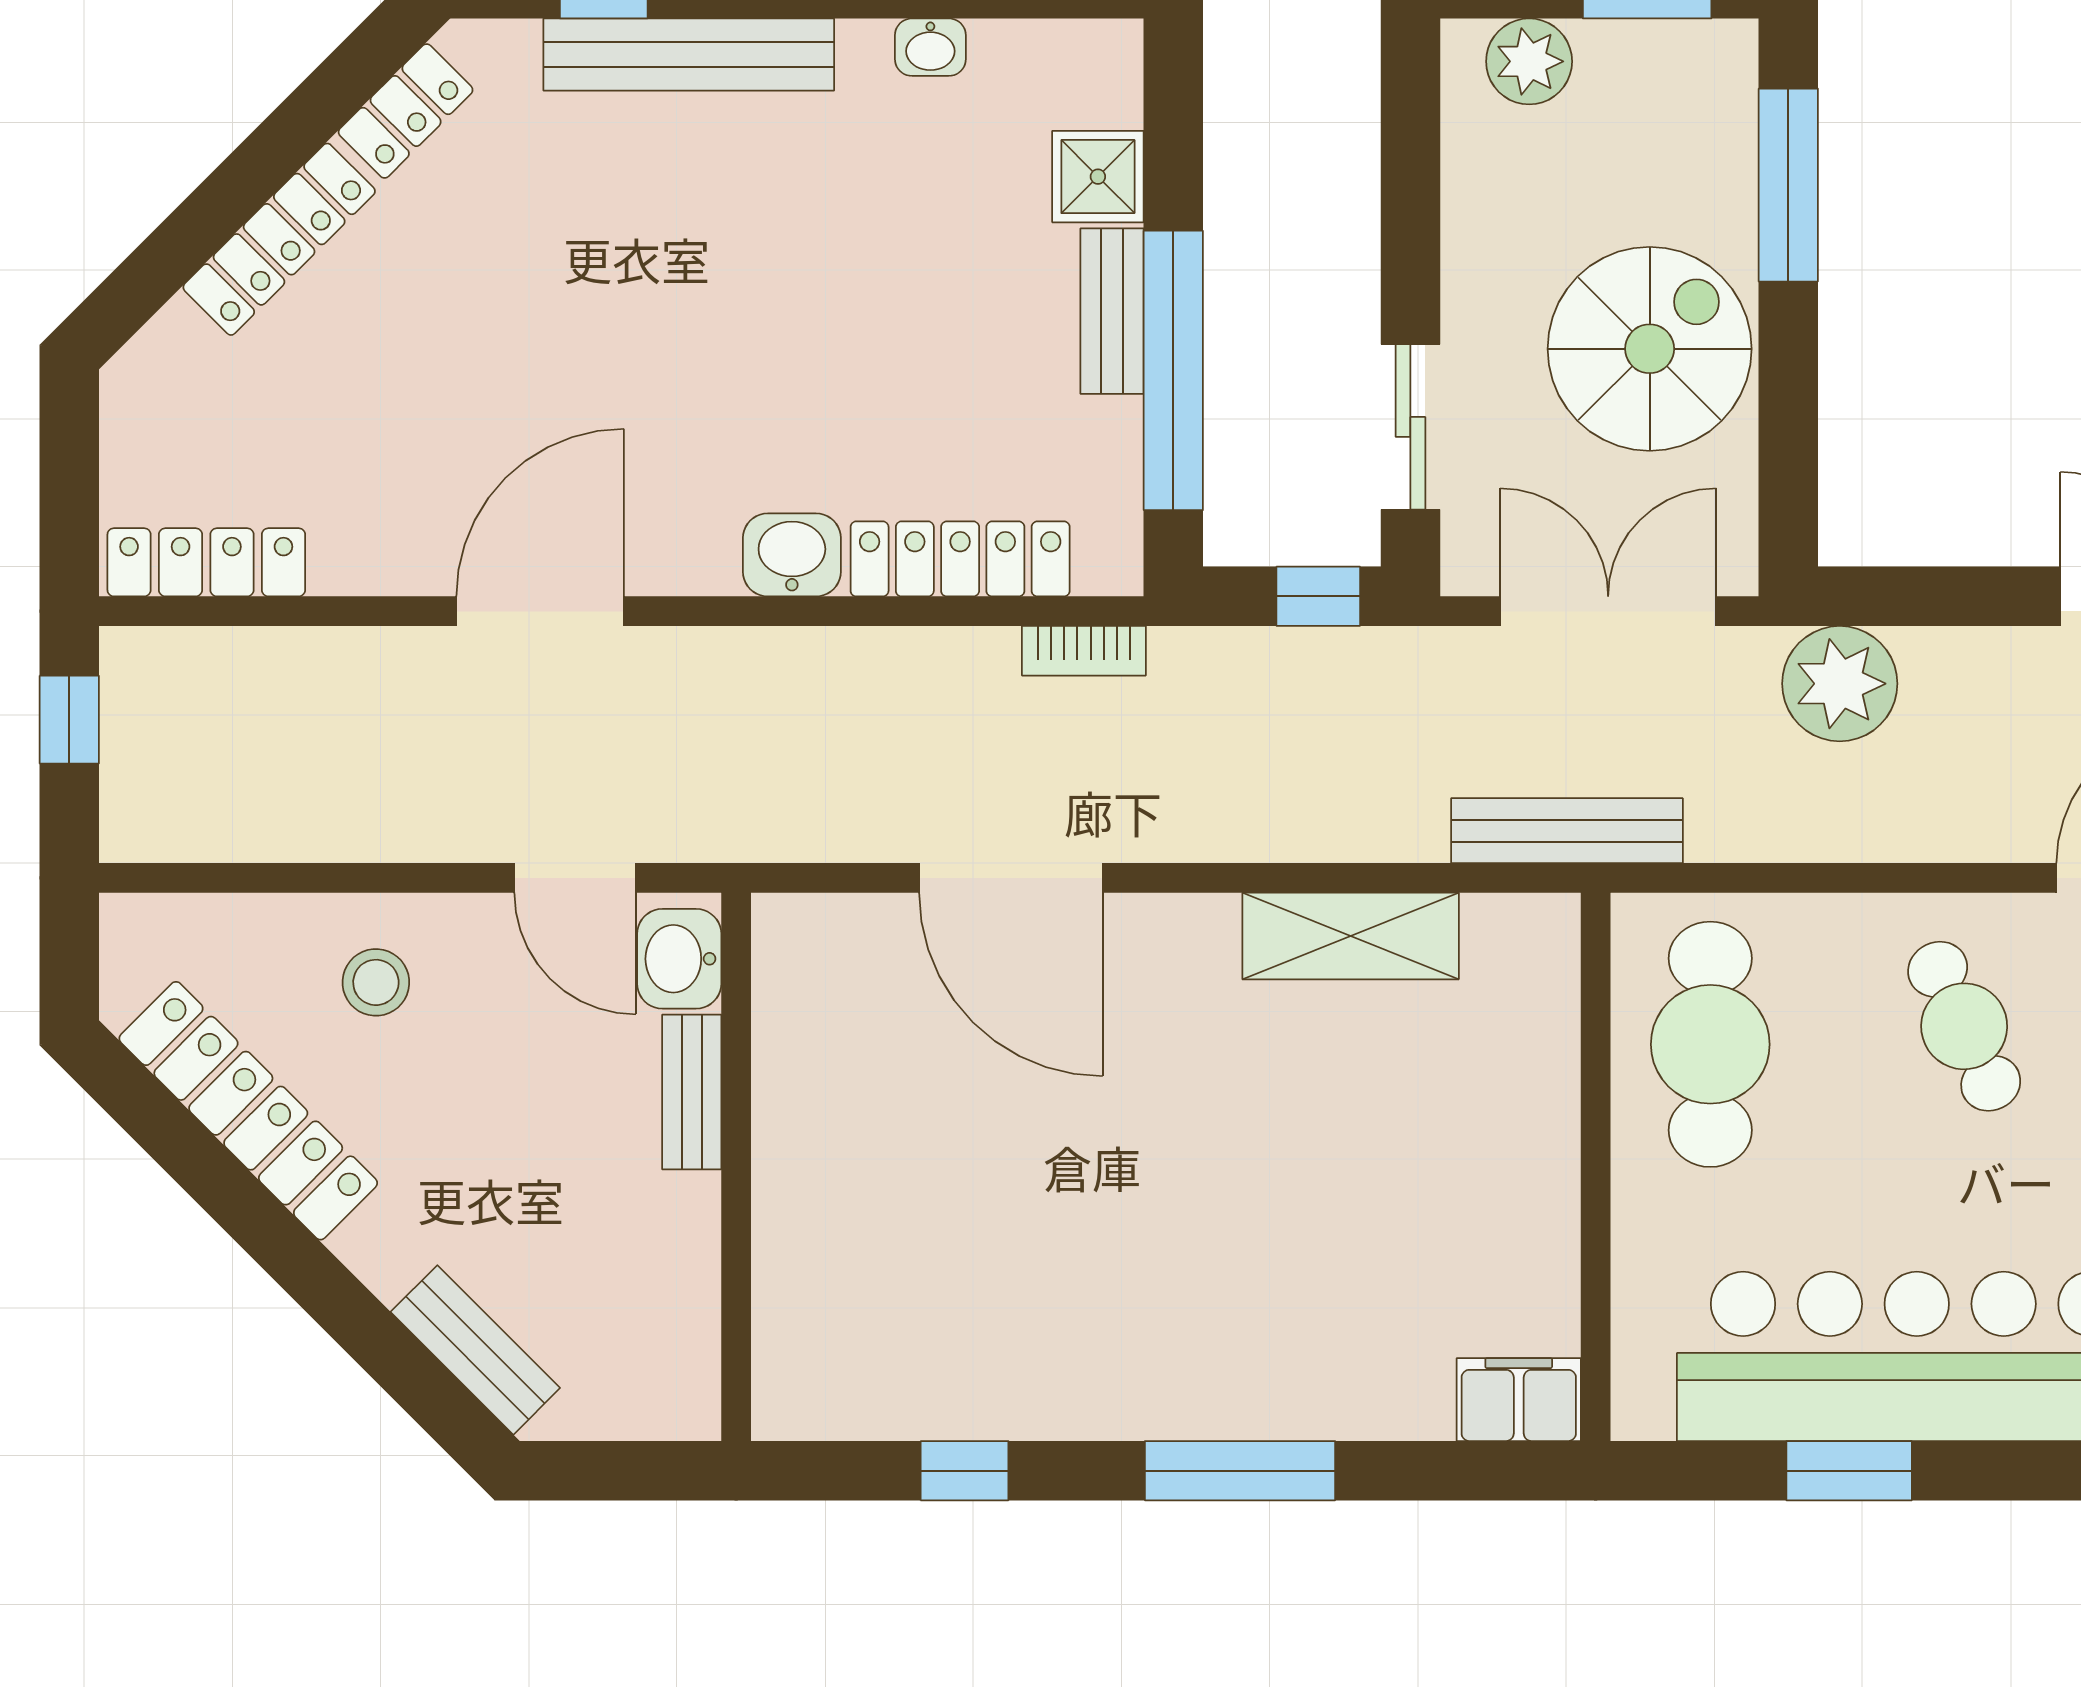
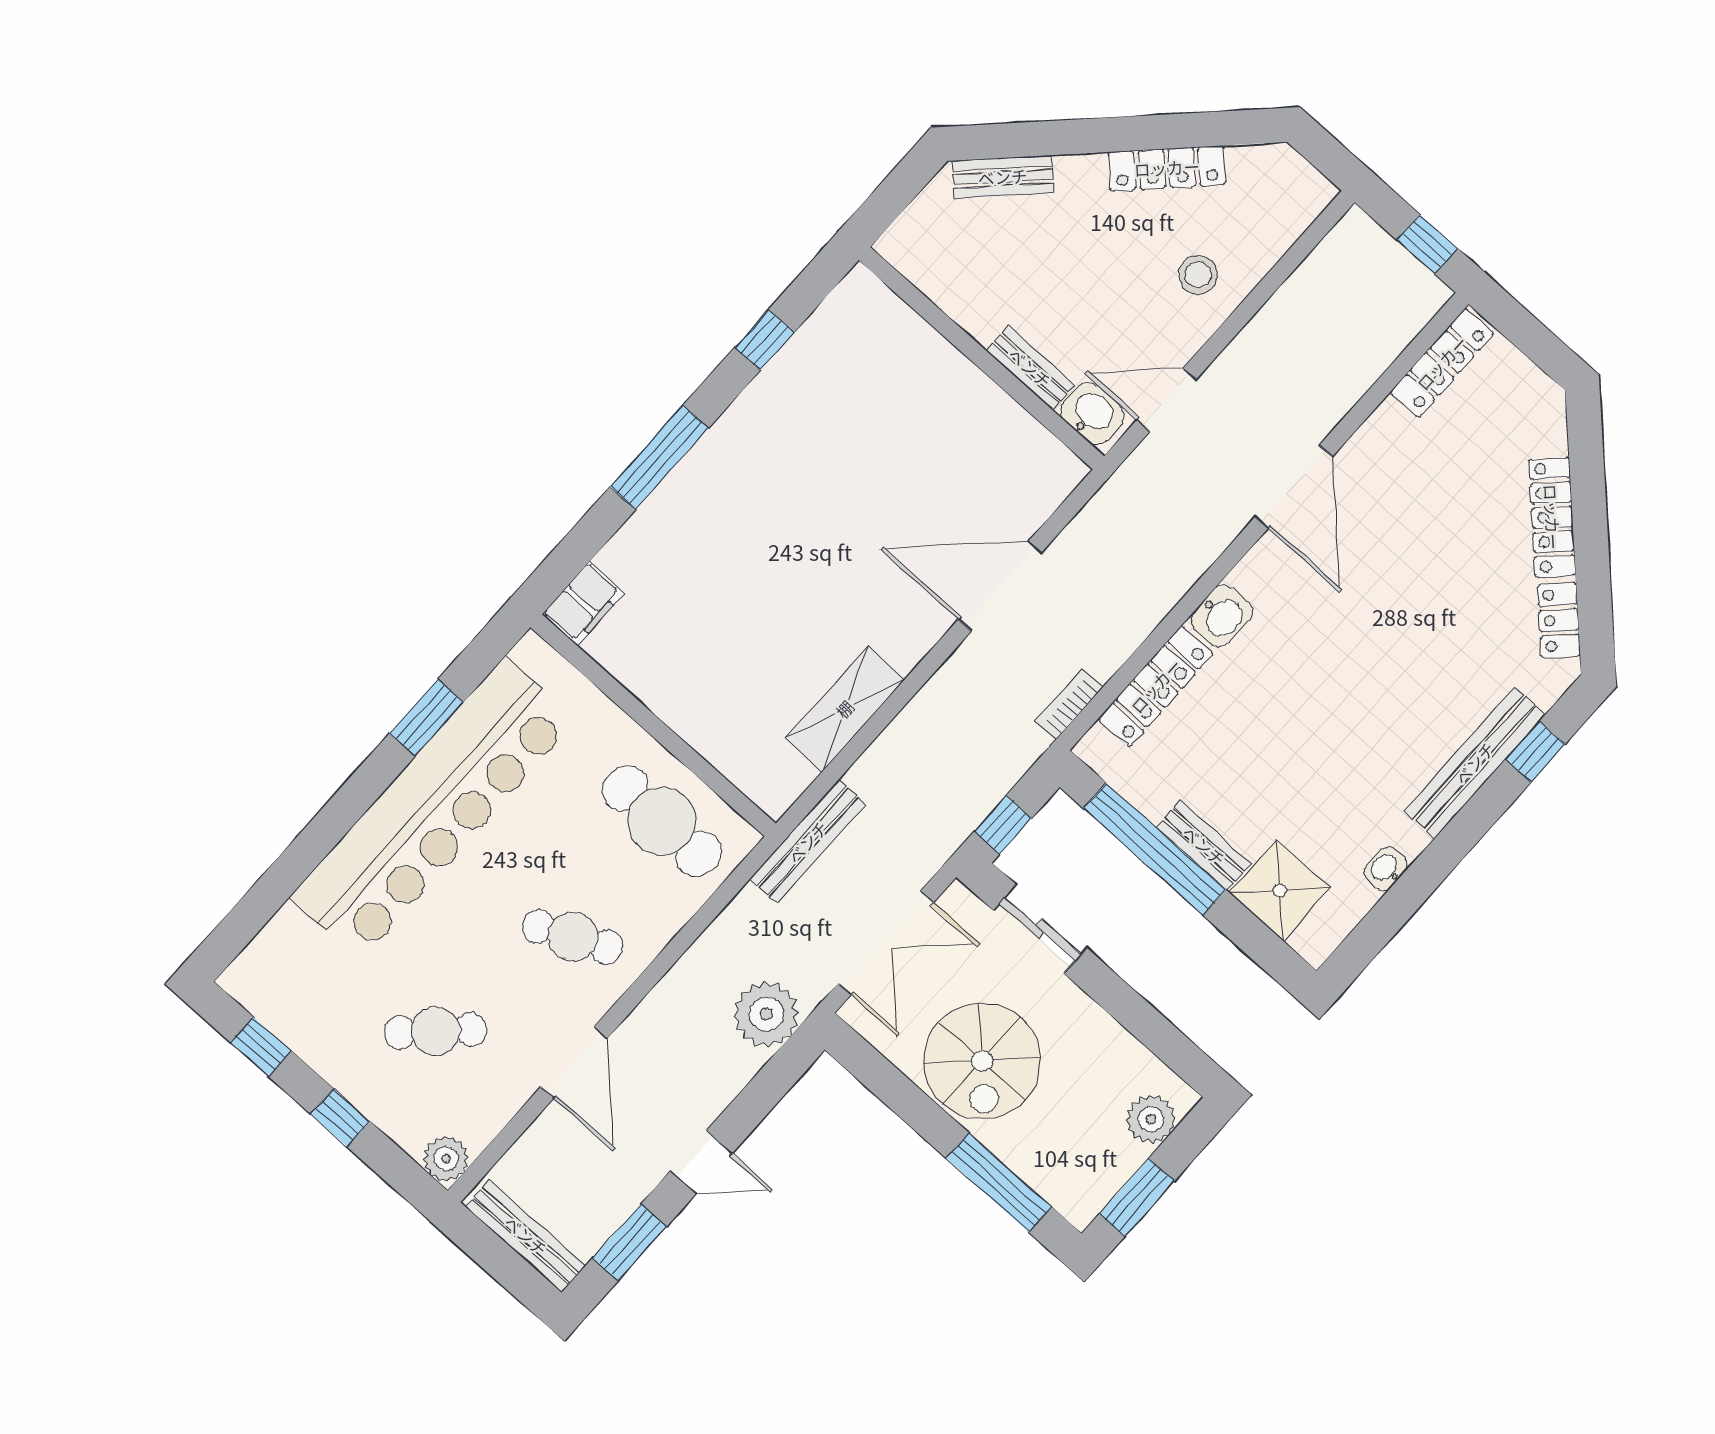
shower: (1098, 177) -> (1280, 890), width x1.36, depth x1.36
locker: (248, 1111) -> (1167, 168), width x0.71, depth x0.83

